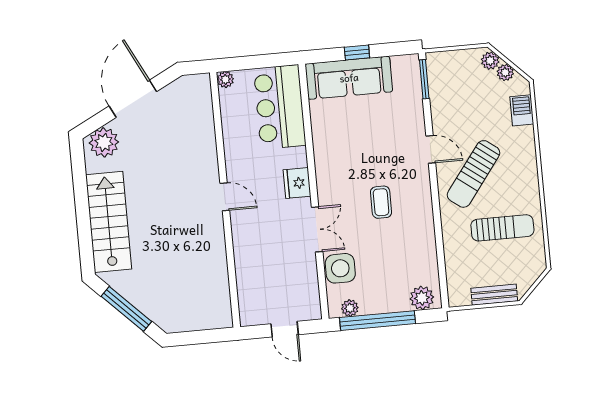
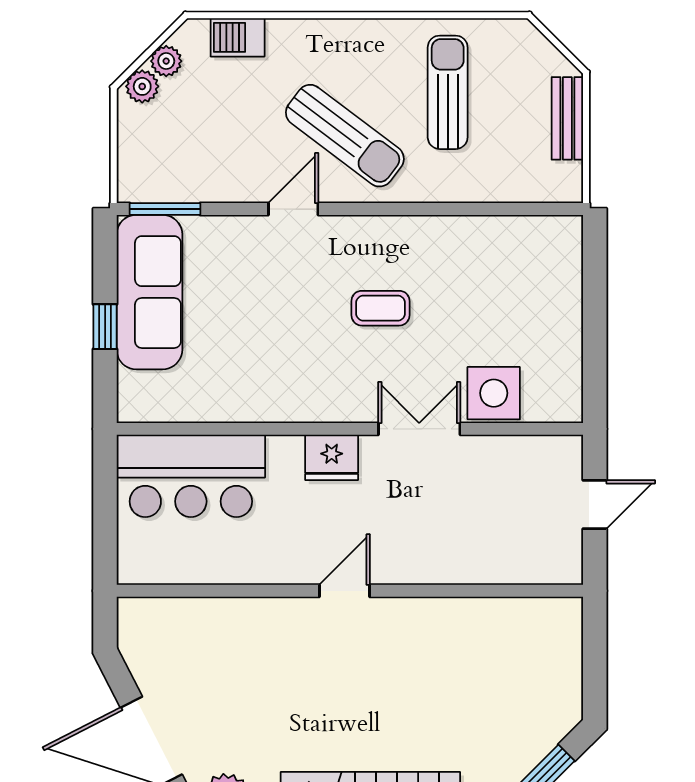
sofa: (349, 78) -> (149, 292), moved
plant: (225, 79) -> (132, 570), removed
plant: (422, 298) -> (561, 250), removed
plant: (350, 308) -> (567, 382), removed
window: (378, 321) -> (595, 334), removed

